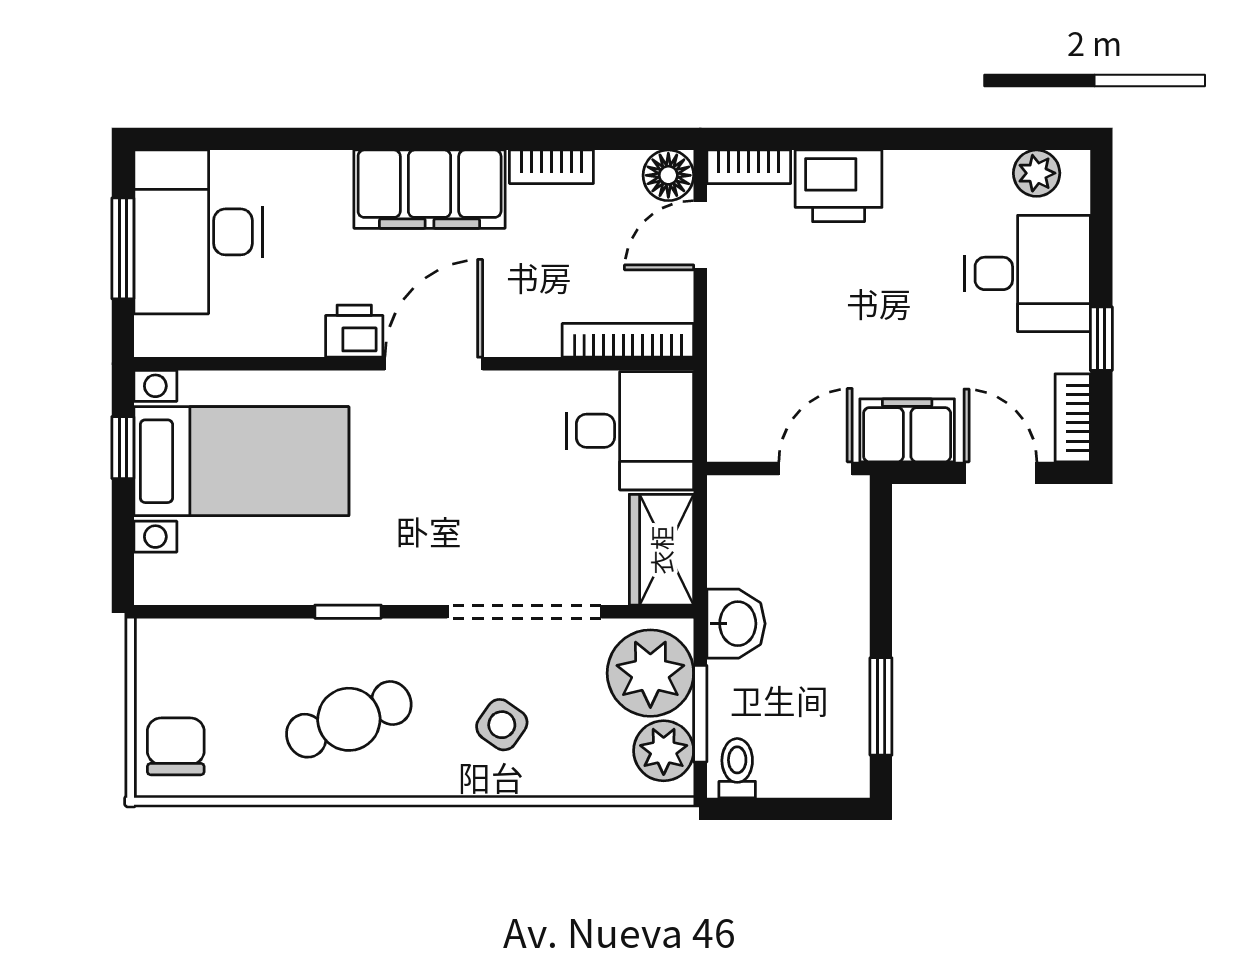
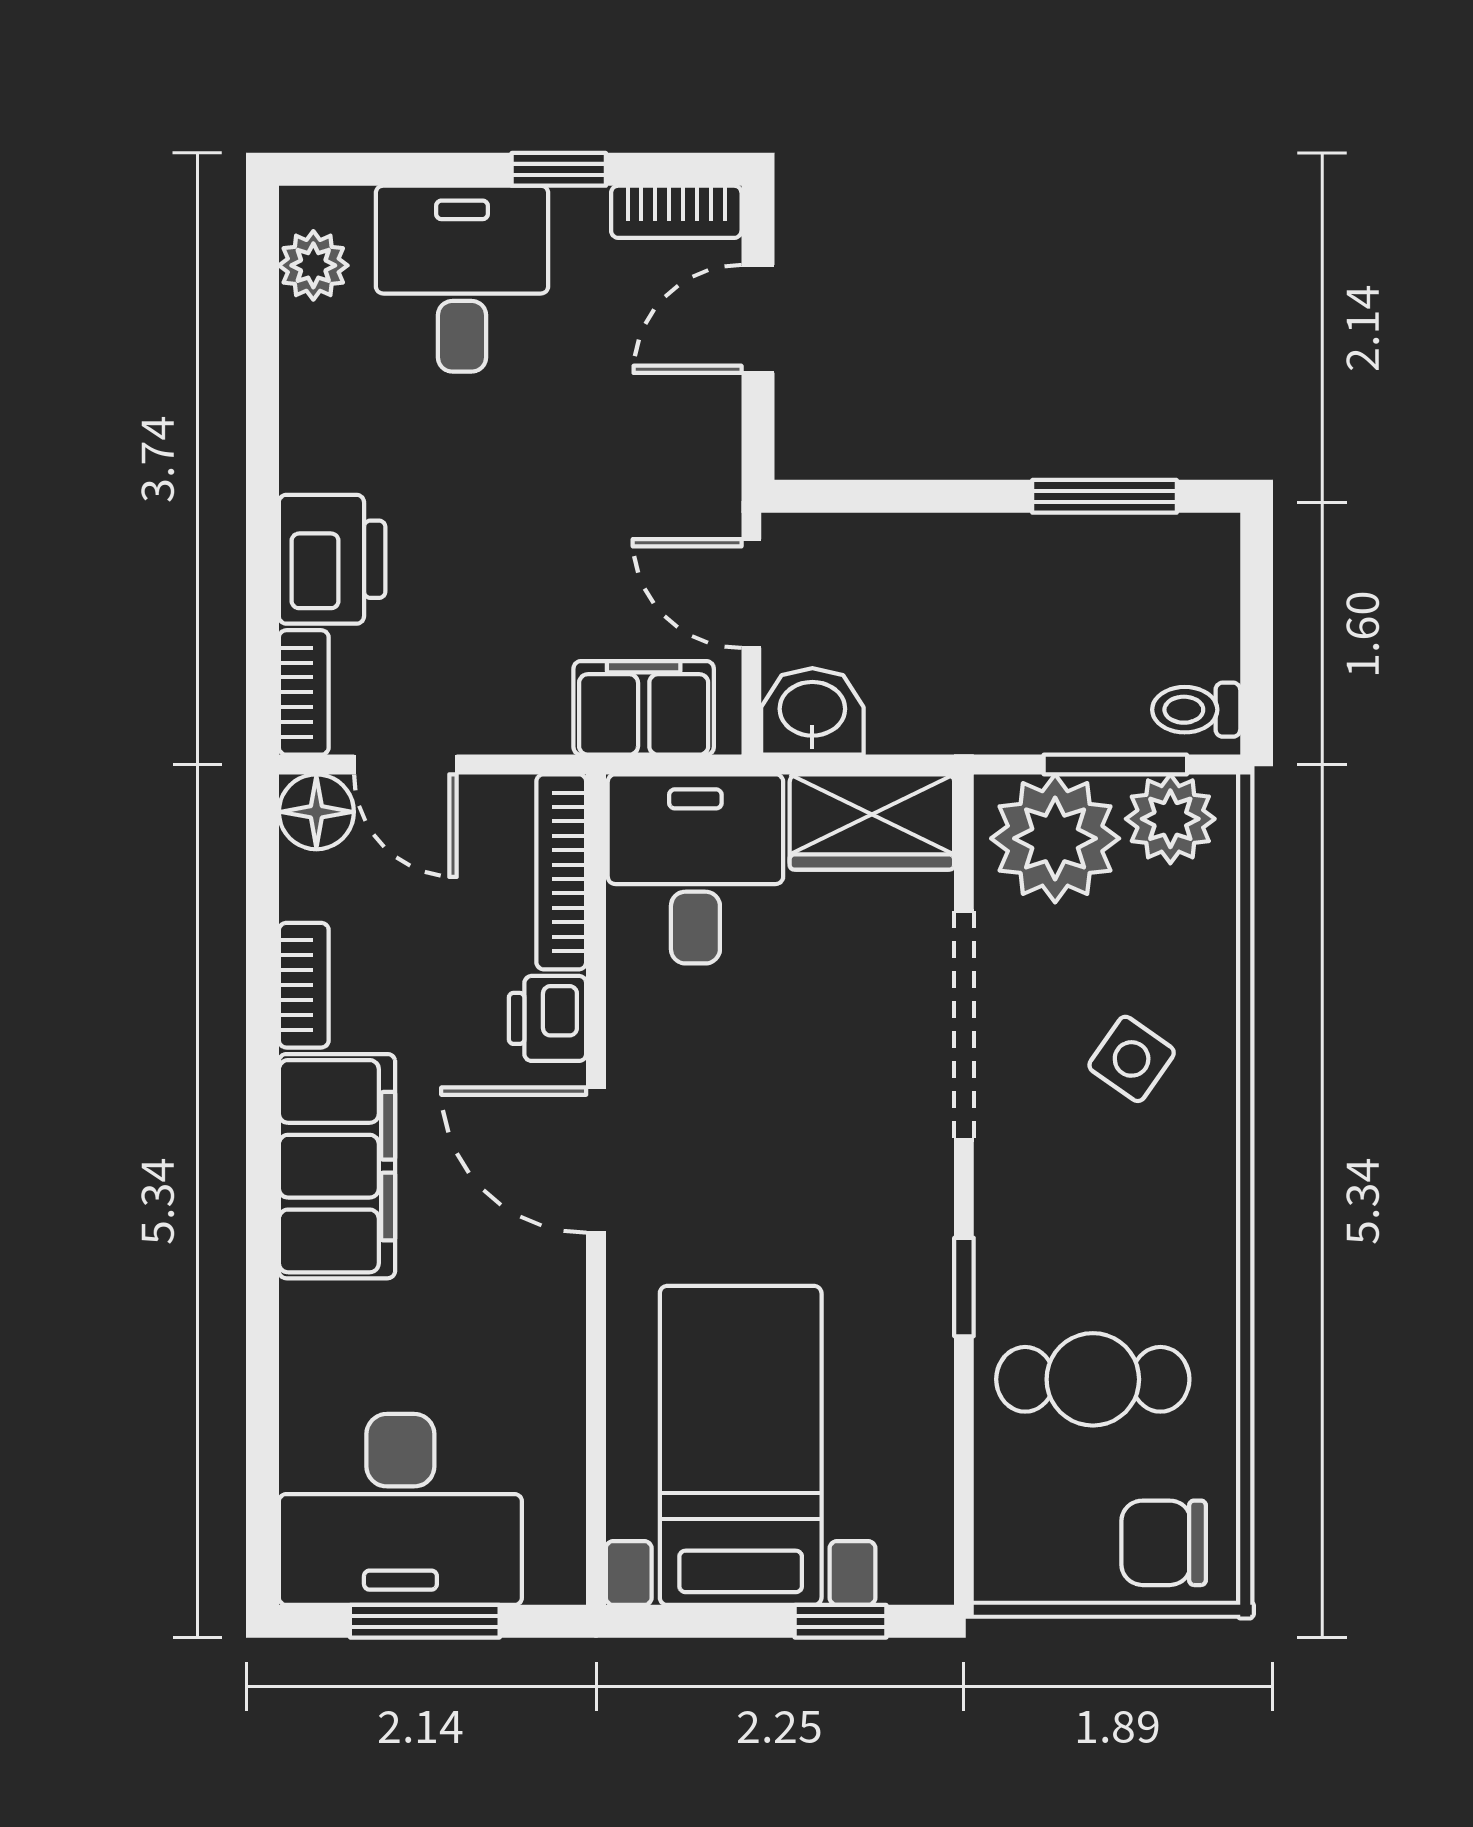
printer: (354, 331) -> (548, 1018), moved
filing cabinet: (907, 430) -> (644, 708), moved, turned 90
window: (123, 448) -> (841, 1621), moved
washbasin: (736, 624) -> (812, 711), moved
cafe table: (349, 719) -> (1093, 1379), moved, turned -69

